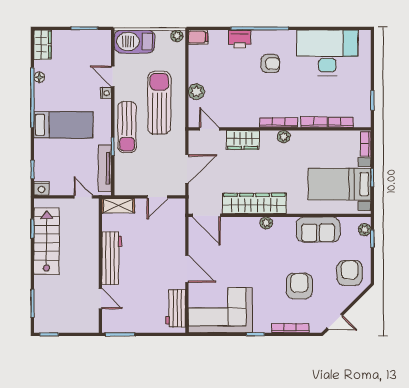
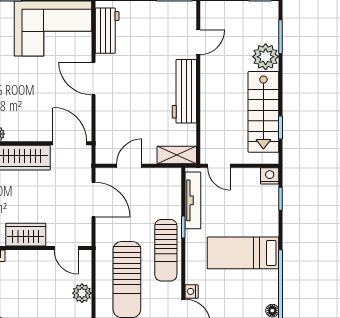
sun lounger: (127, 127) -> (166, 250), turned 180
door: (187, 169) -> (93, 199), swing flipped
plant: (45, 287) -> (266, 57), added
door: (100, 299) -> (198, 42), swing flipped

